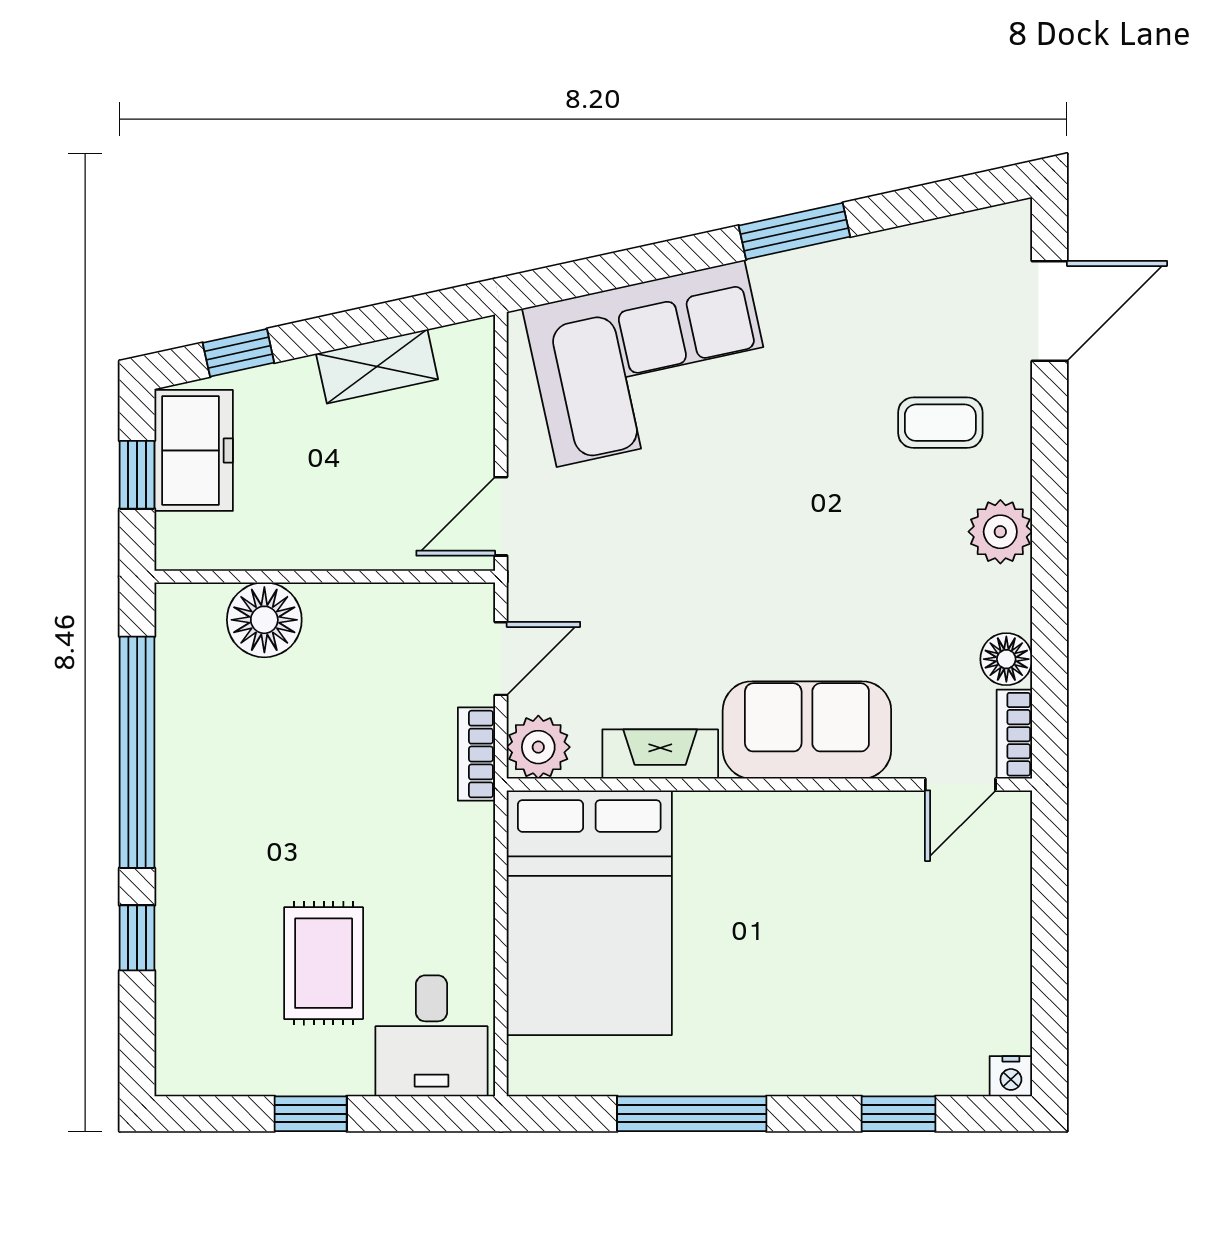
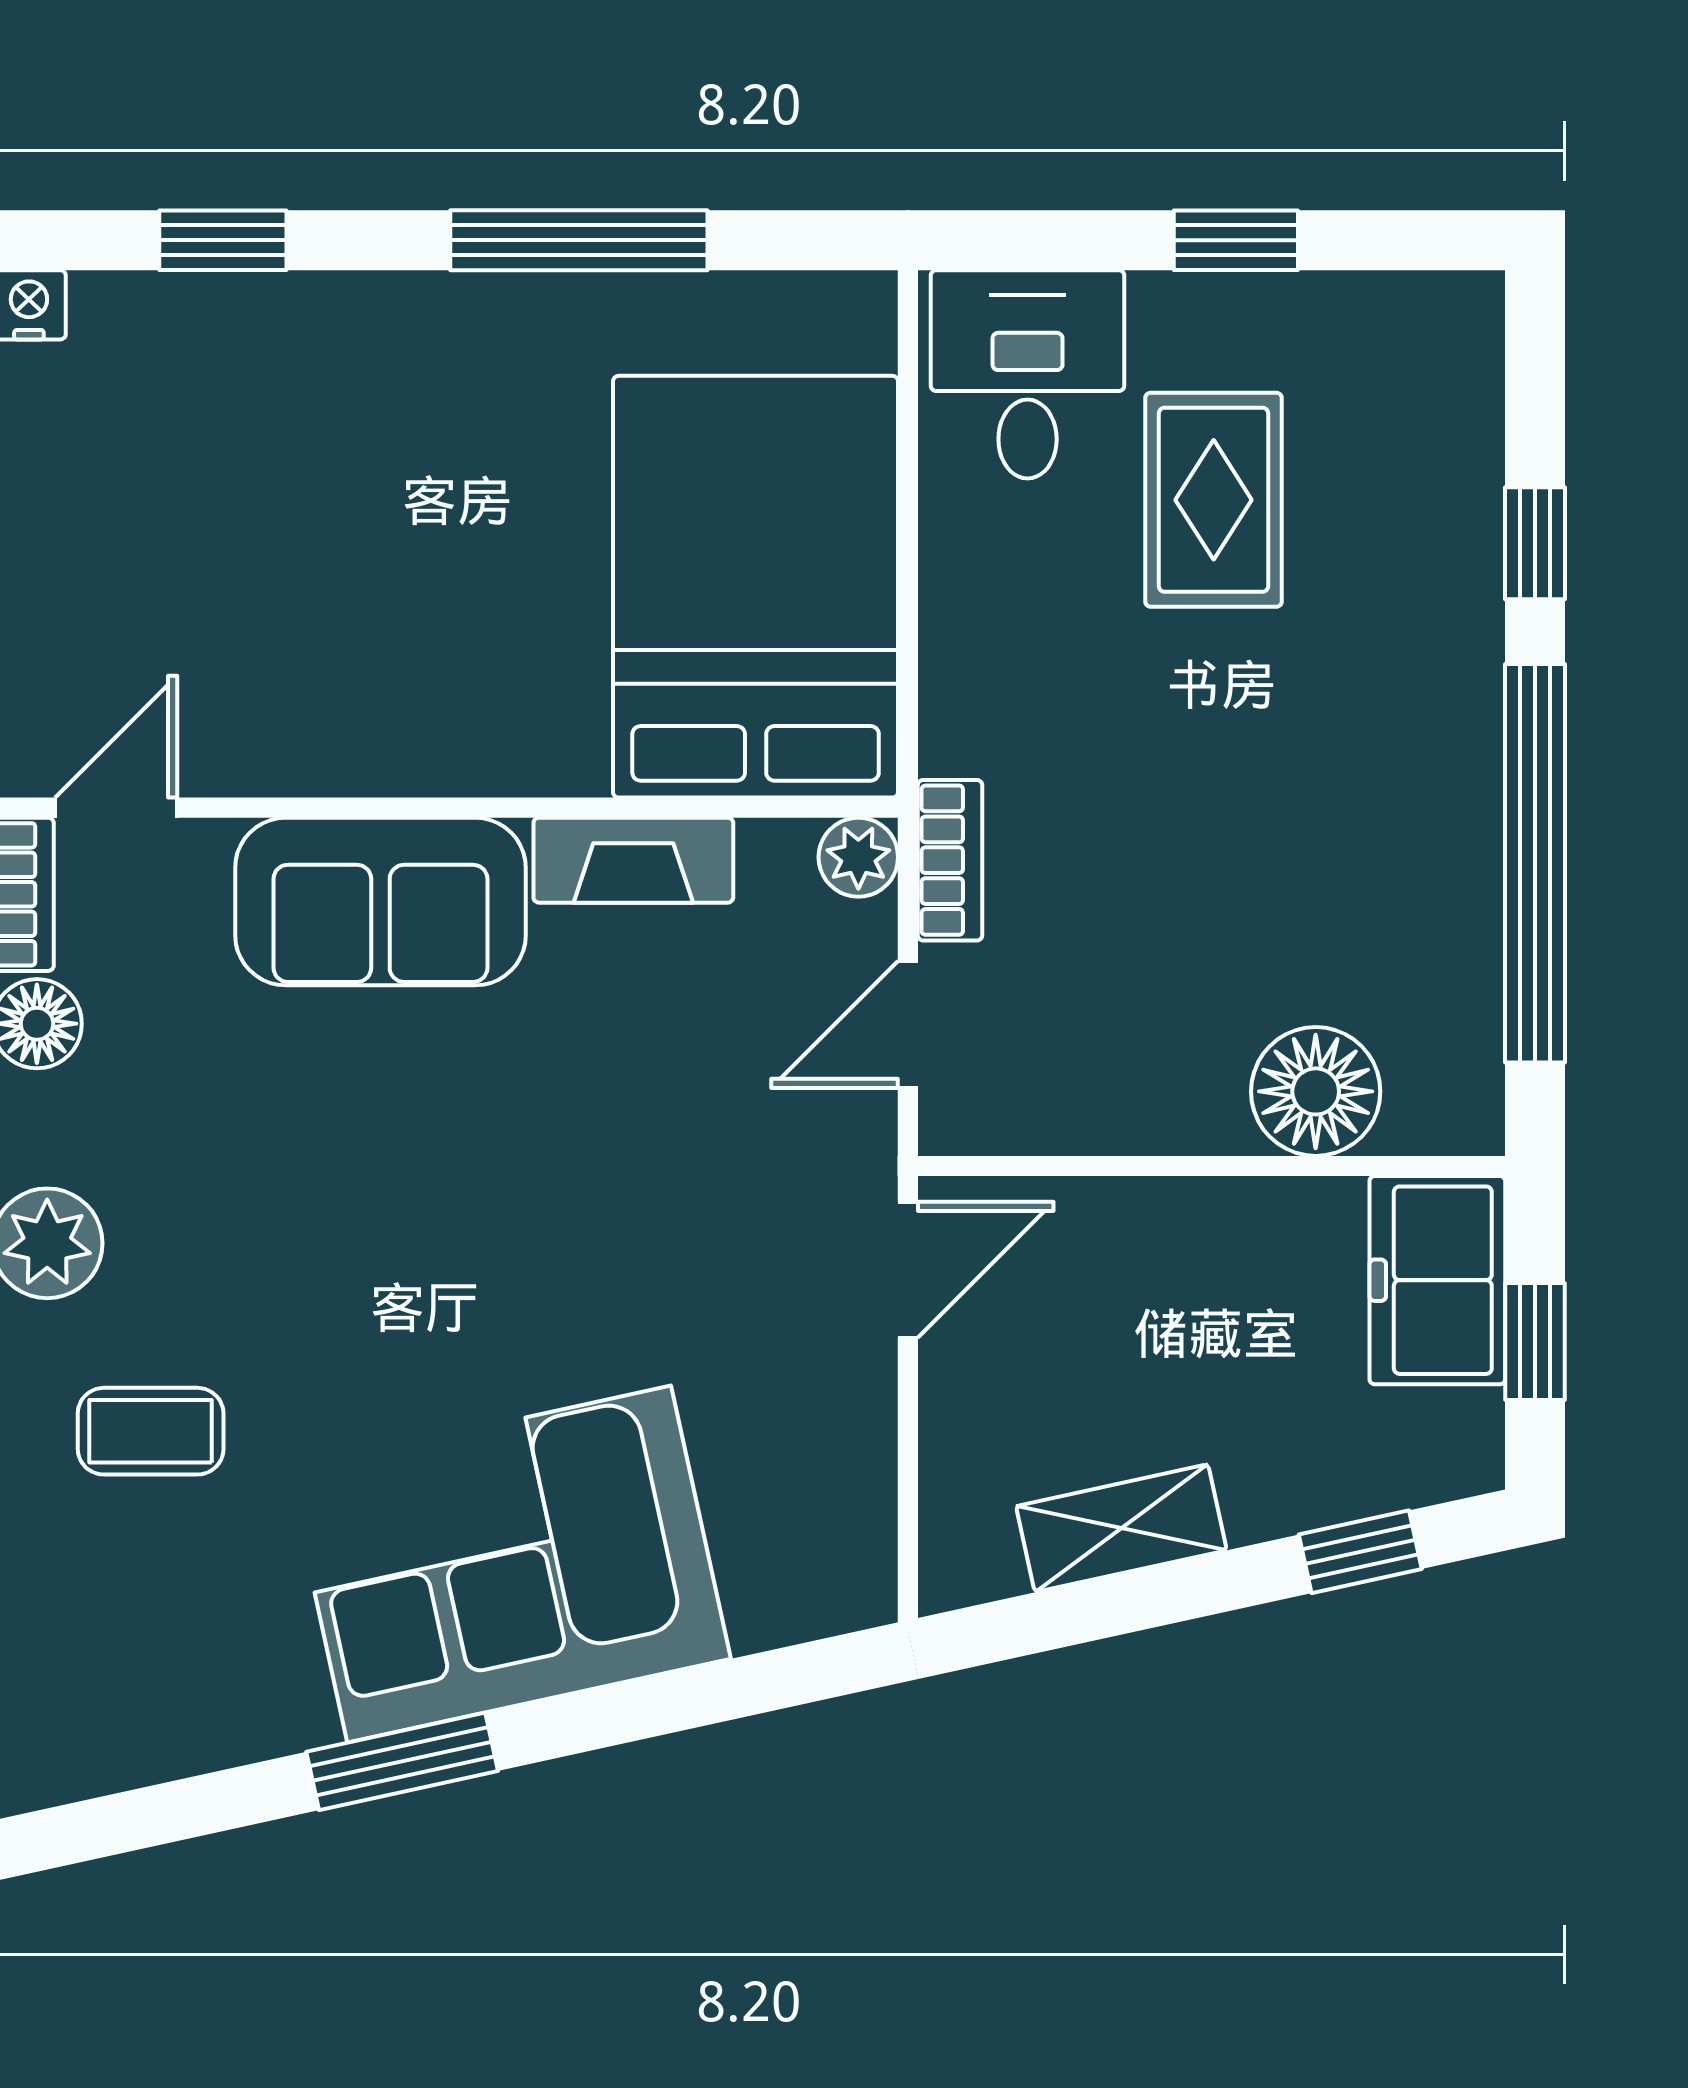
corner sofa: (651, 363) -> (509, 1564), moved
freezer: (194, 450) -> (1437, 1280), moved
plant: (538, 747) -> (858, 857), width x0.73, depth x0.73

